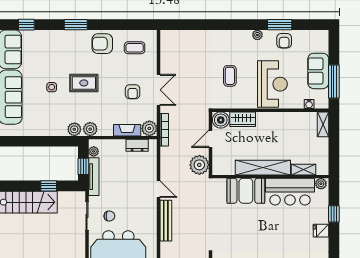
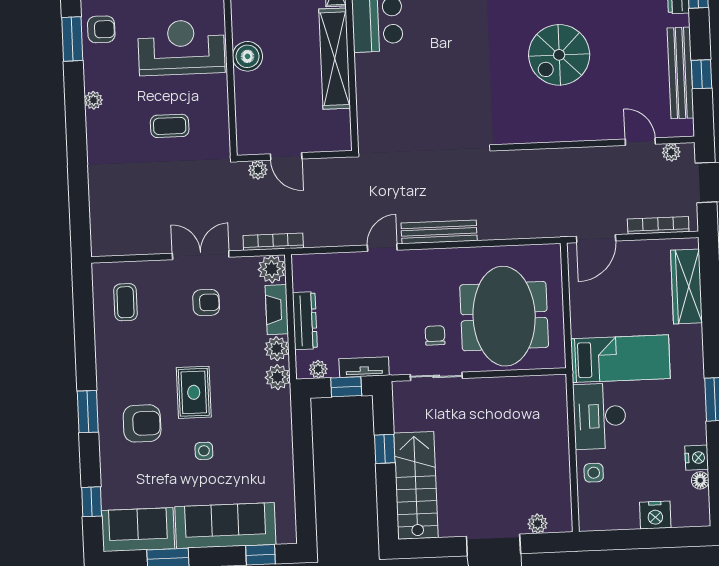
plant: (257, 35) -> (93, 100), moved
armchair: (102, 44) -> (142, 423), moved, turned -90
wardrobe: (243, 119) -> (248, 99), removed
boiler: (221, 120) -> (247, 56), moved
plant: (74, 129) -> (277, 349), moved
dresser: (137, 145) -> (305, 321), moved, width x1.44
plant: (199, 165) -> (258, 170), moved, width x0.53, depth x0.53
tv unit: (94, 177) -> (364, 367), width x0.71
booth: (246, 191) -> (378, 88), removed

